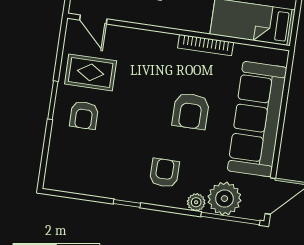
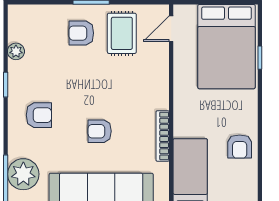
armchair: (191, 111) -> (100, 131), width x0.72, depth x0.72
plant: (196, 202) -> (16, 51), moved

